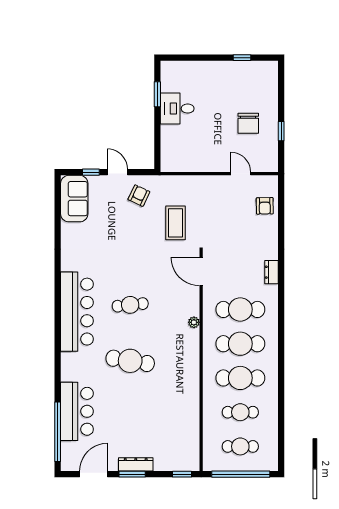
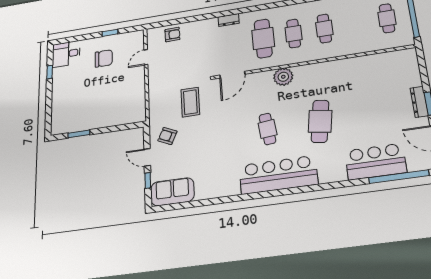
desk: (177, 109) -> (66, 54), moved, turned 90
door: (117, 172) -> (147, 157), hinge flipped
coffee table: (176, 223) -> (190, 102), turned 90
plant: (194, 322) -> (283, 77), width x1.88, depth x1.88
cafe table: (240, 344) -> (294, 33), width x0.73, depth x0.74
cafe table: (240, 378) -> (324, 28), width x0.73, depth x0.74
cafe table: (240, 412) -> (355, 23), removed
window: (182, 474) -> (421, 61), removed

